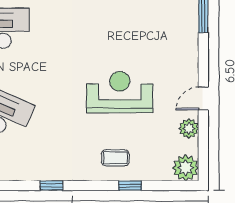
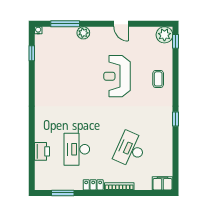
plant: (189, 128) -> (83, 33), moved
window: (130, 186) -> (176, 41), moved

